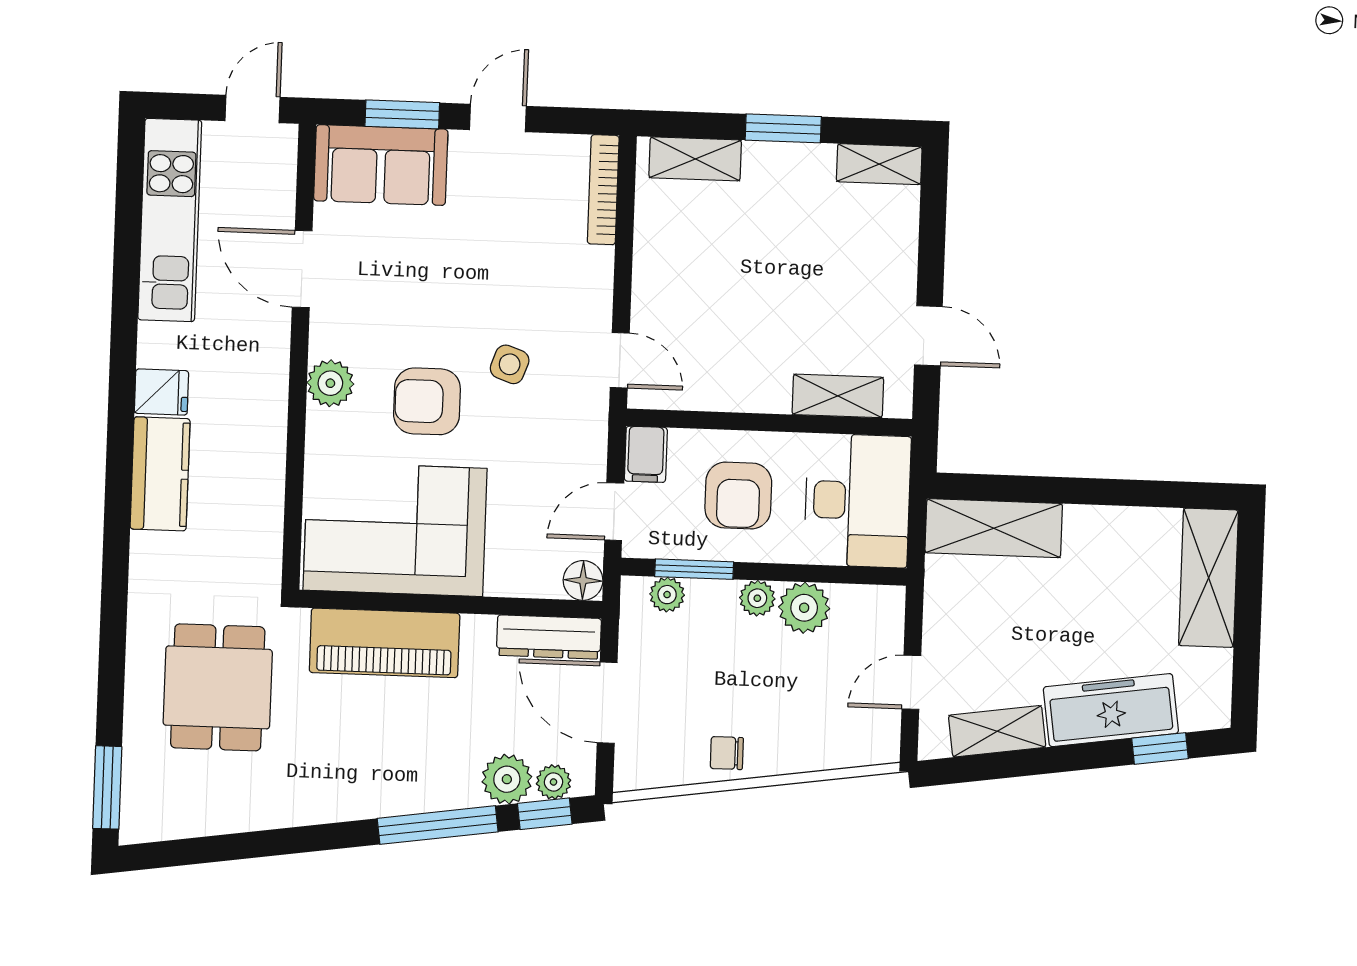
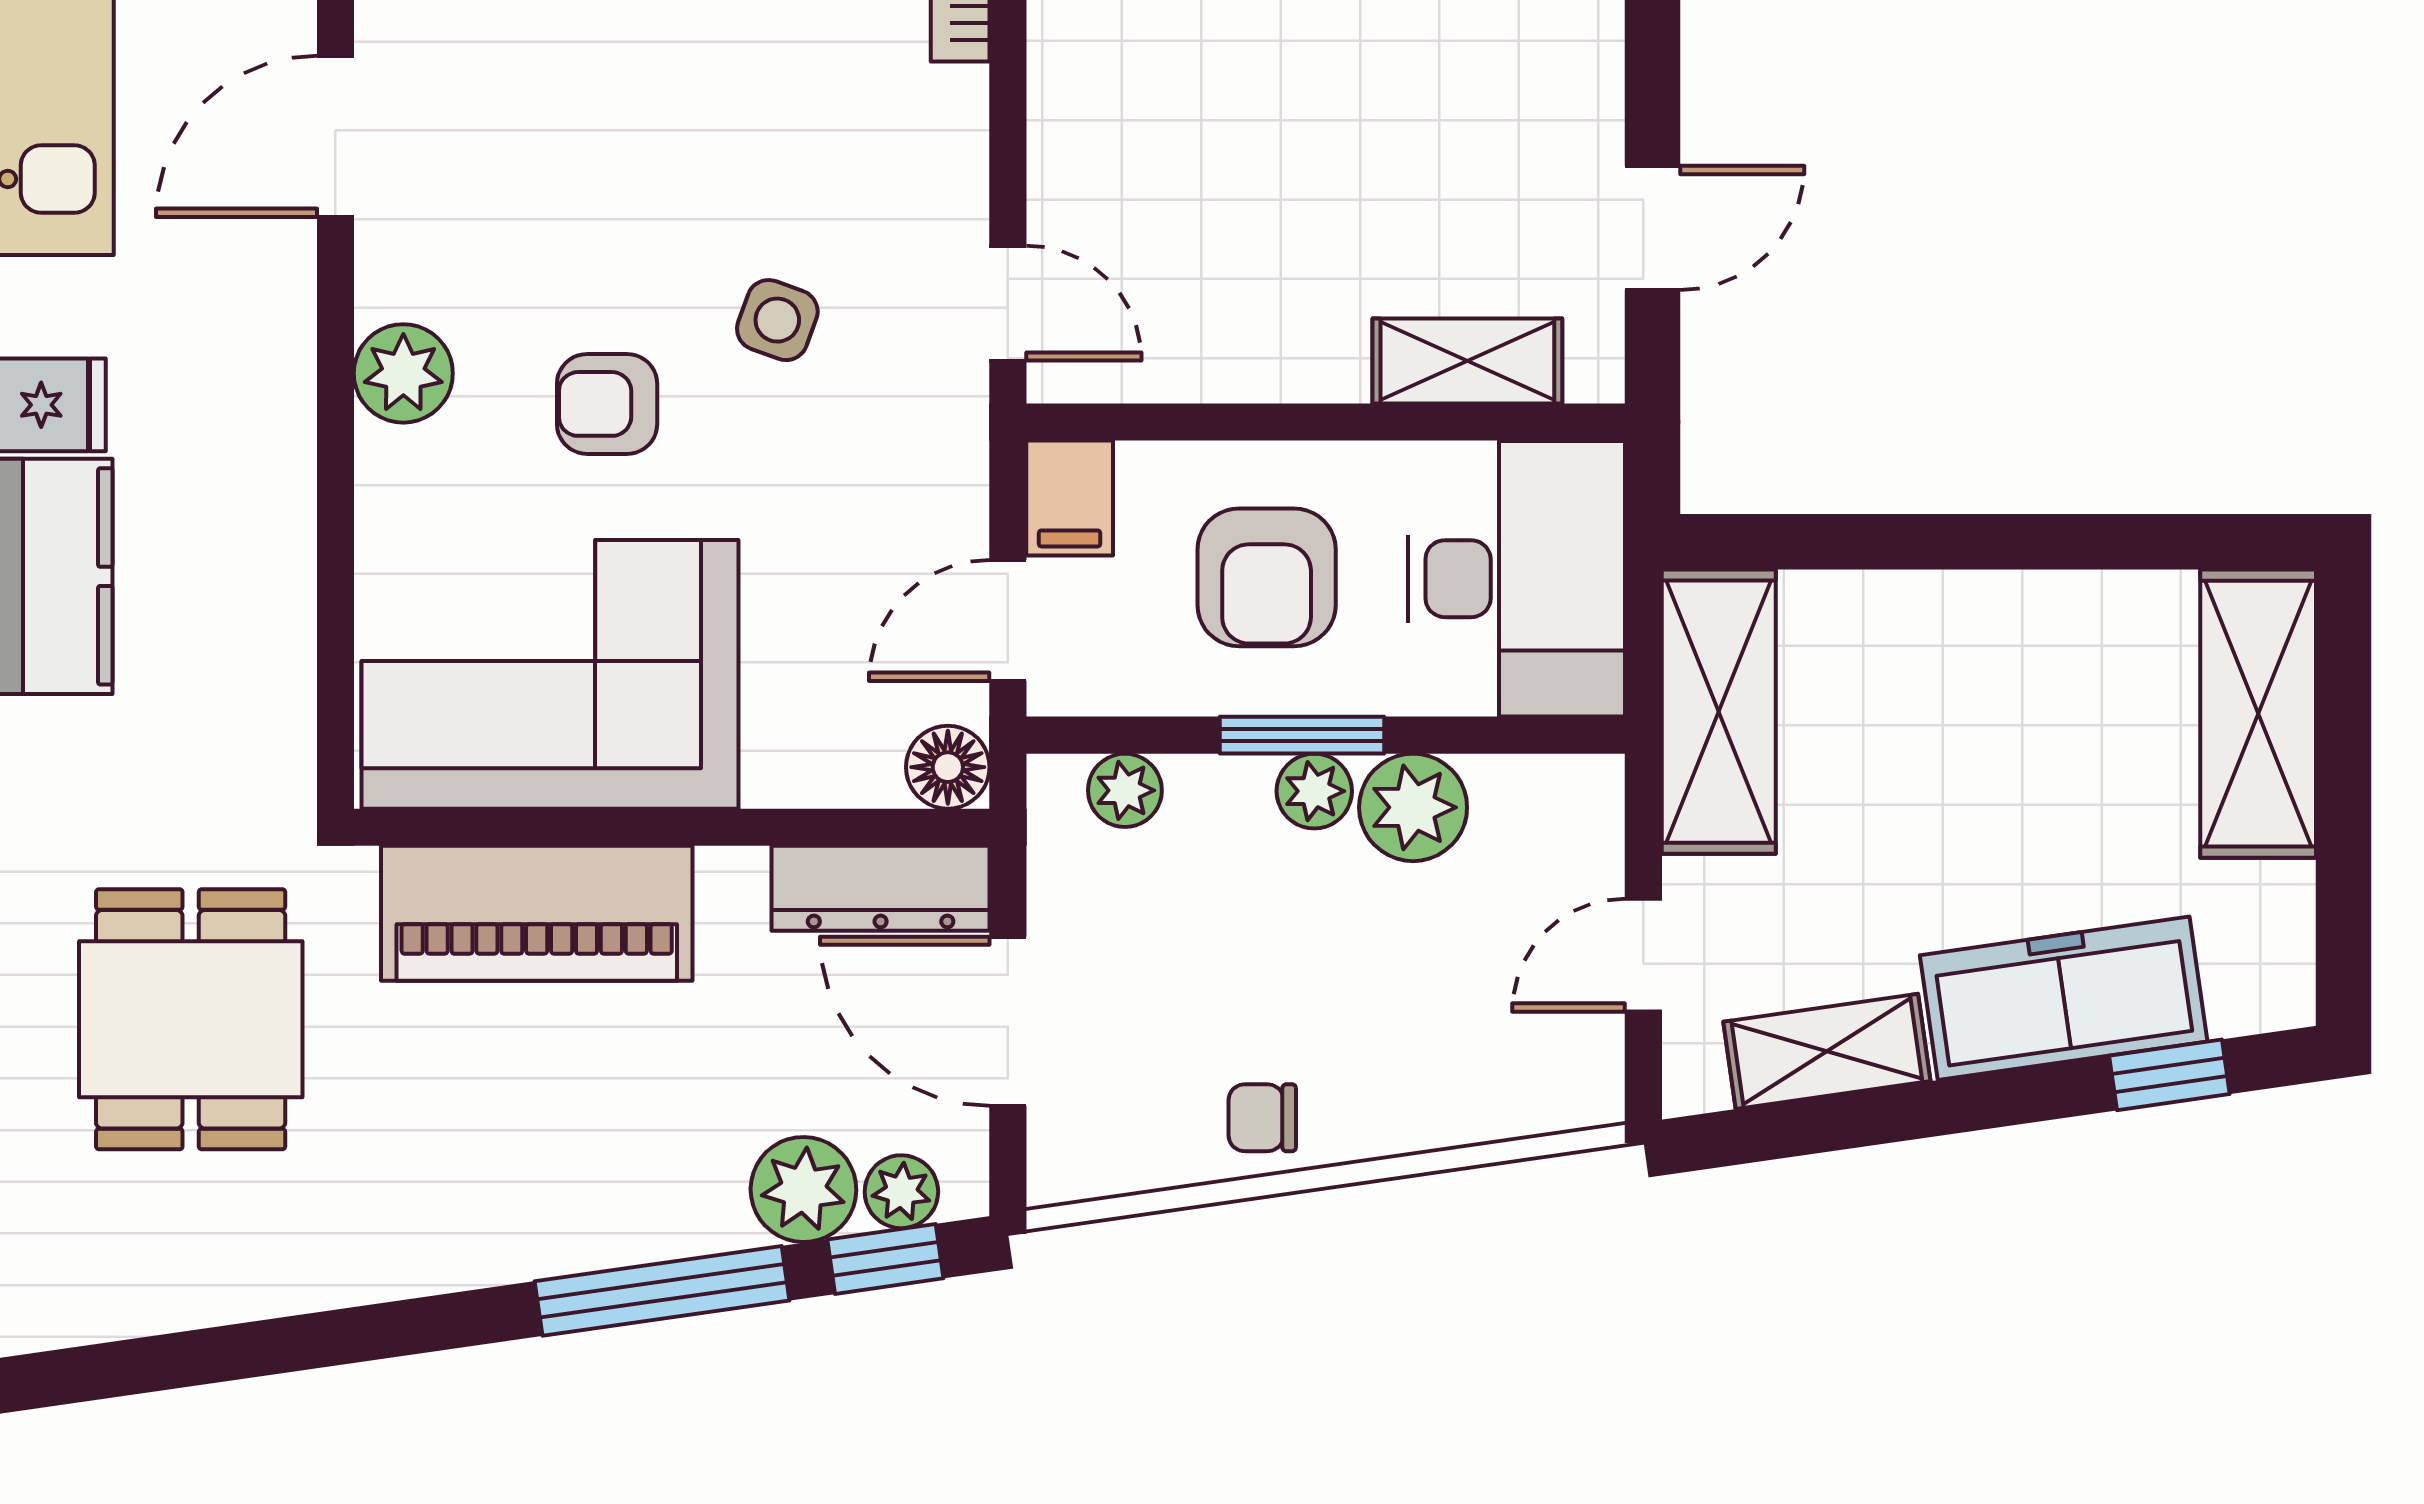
door: (302, 269) -> (335, 136), hinge flipped
door: (928, 336) -> (1653, 228), hinge flipped
armchair: (427, 401) -> (607, 404), width x0.72, depth x0.72
shelving: (994, 528) -> (1719, 712), moved, turned 90
window: (694, 569) -> (1302, 735), moved

